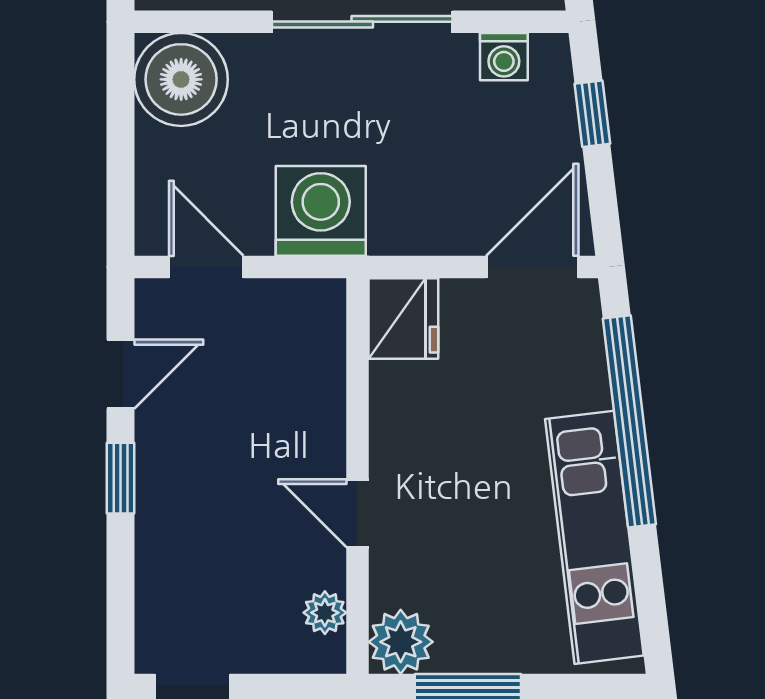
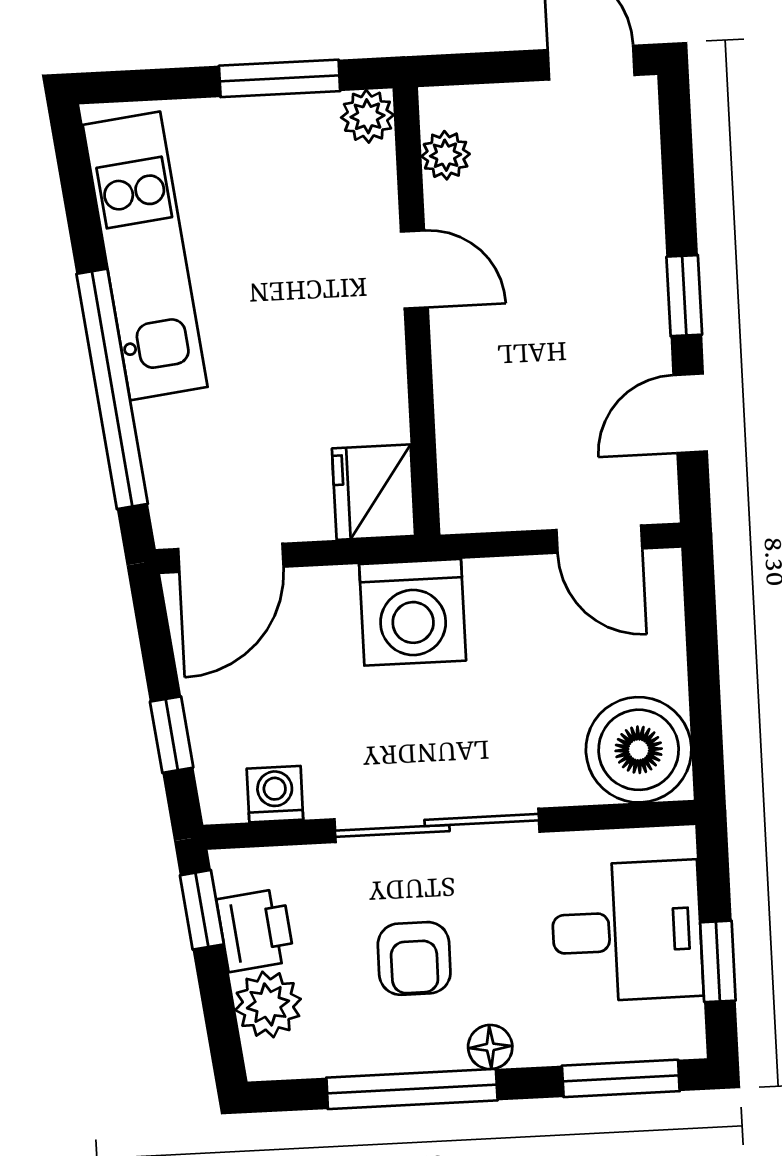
washing machine: (321, 211) -> (413, 612), moved
plant: (401, 642) -> (367, 116), width x0.73, depth x0.73

